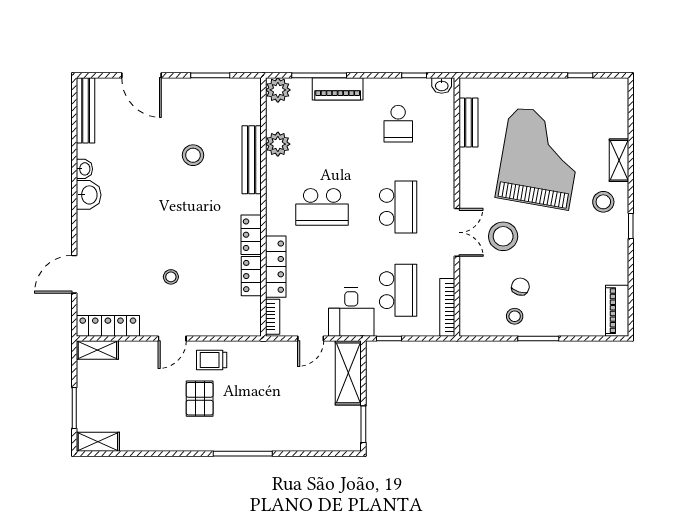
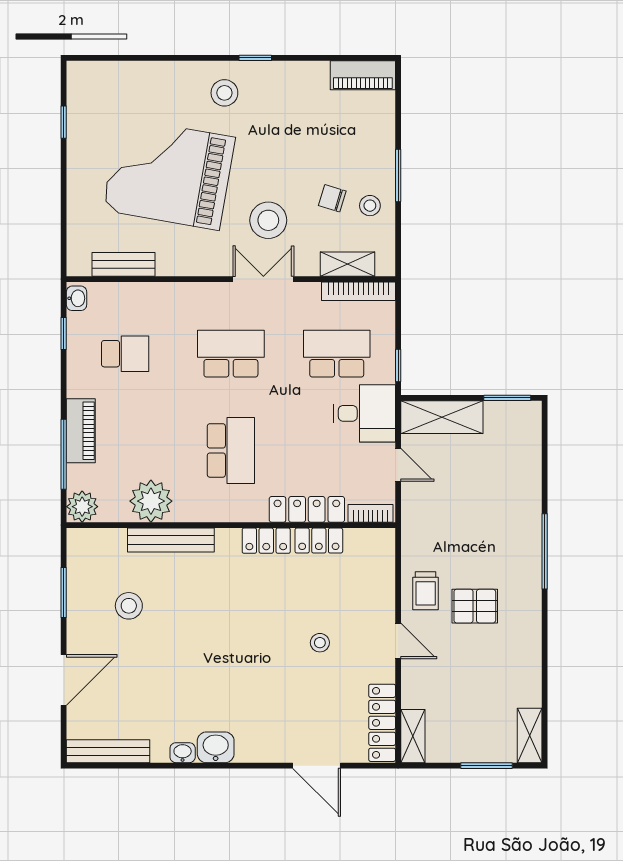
plant: (278, 144) -> (151, 501), width x1.36, depth x1.36
stool: (193, 155) -> (129, 606), moved
shelving: (619, 160) -> (347, 264), moved

